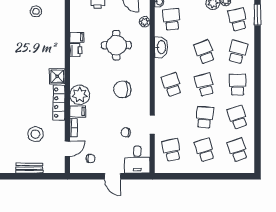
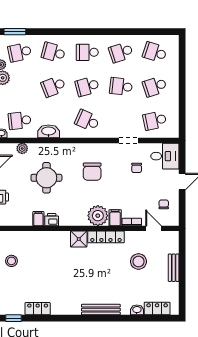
school desk: (172, 85) -> (87, 121), turned 42
school desk: (238, 150) -> (155, 52), turned 36

